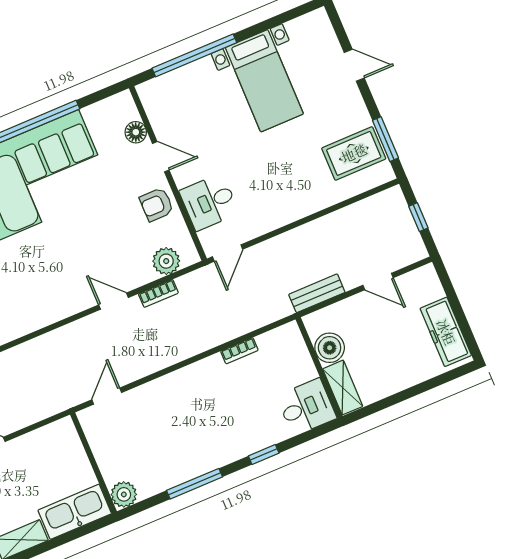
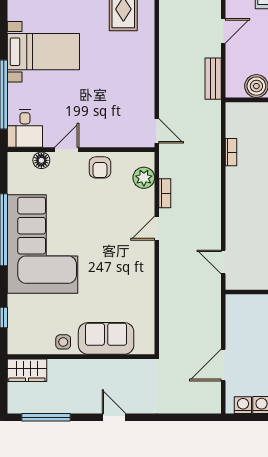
desk: (209, 202) -> (25, 129), moved

